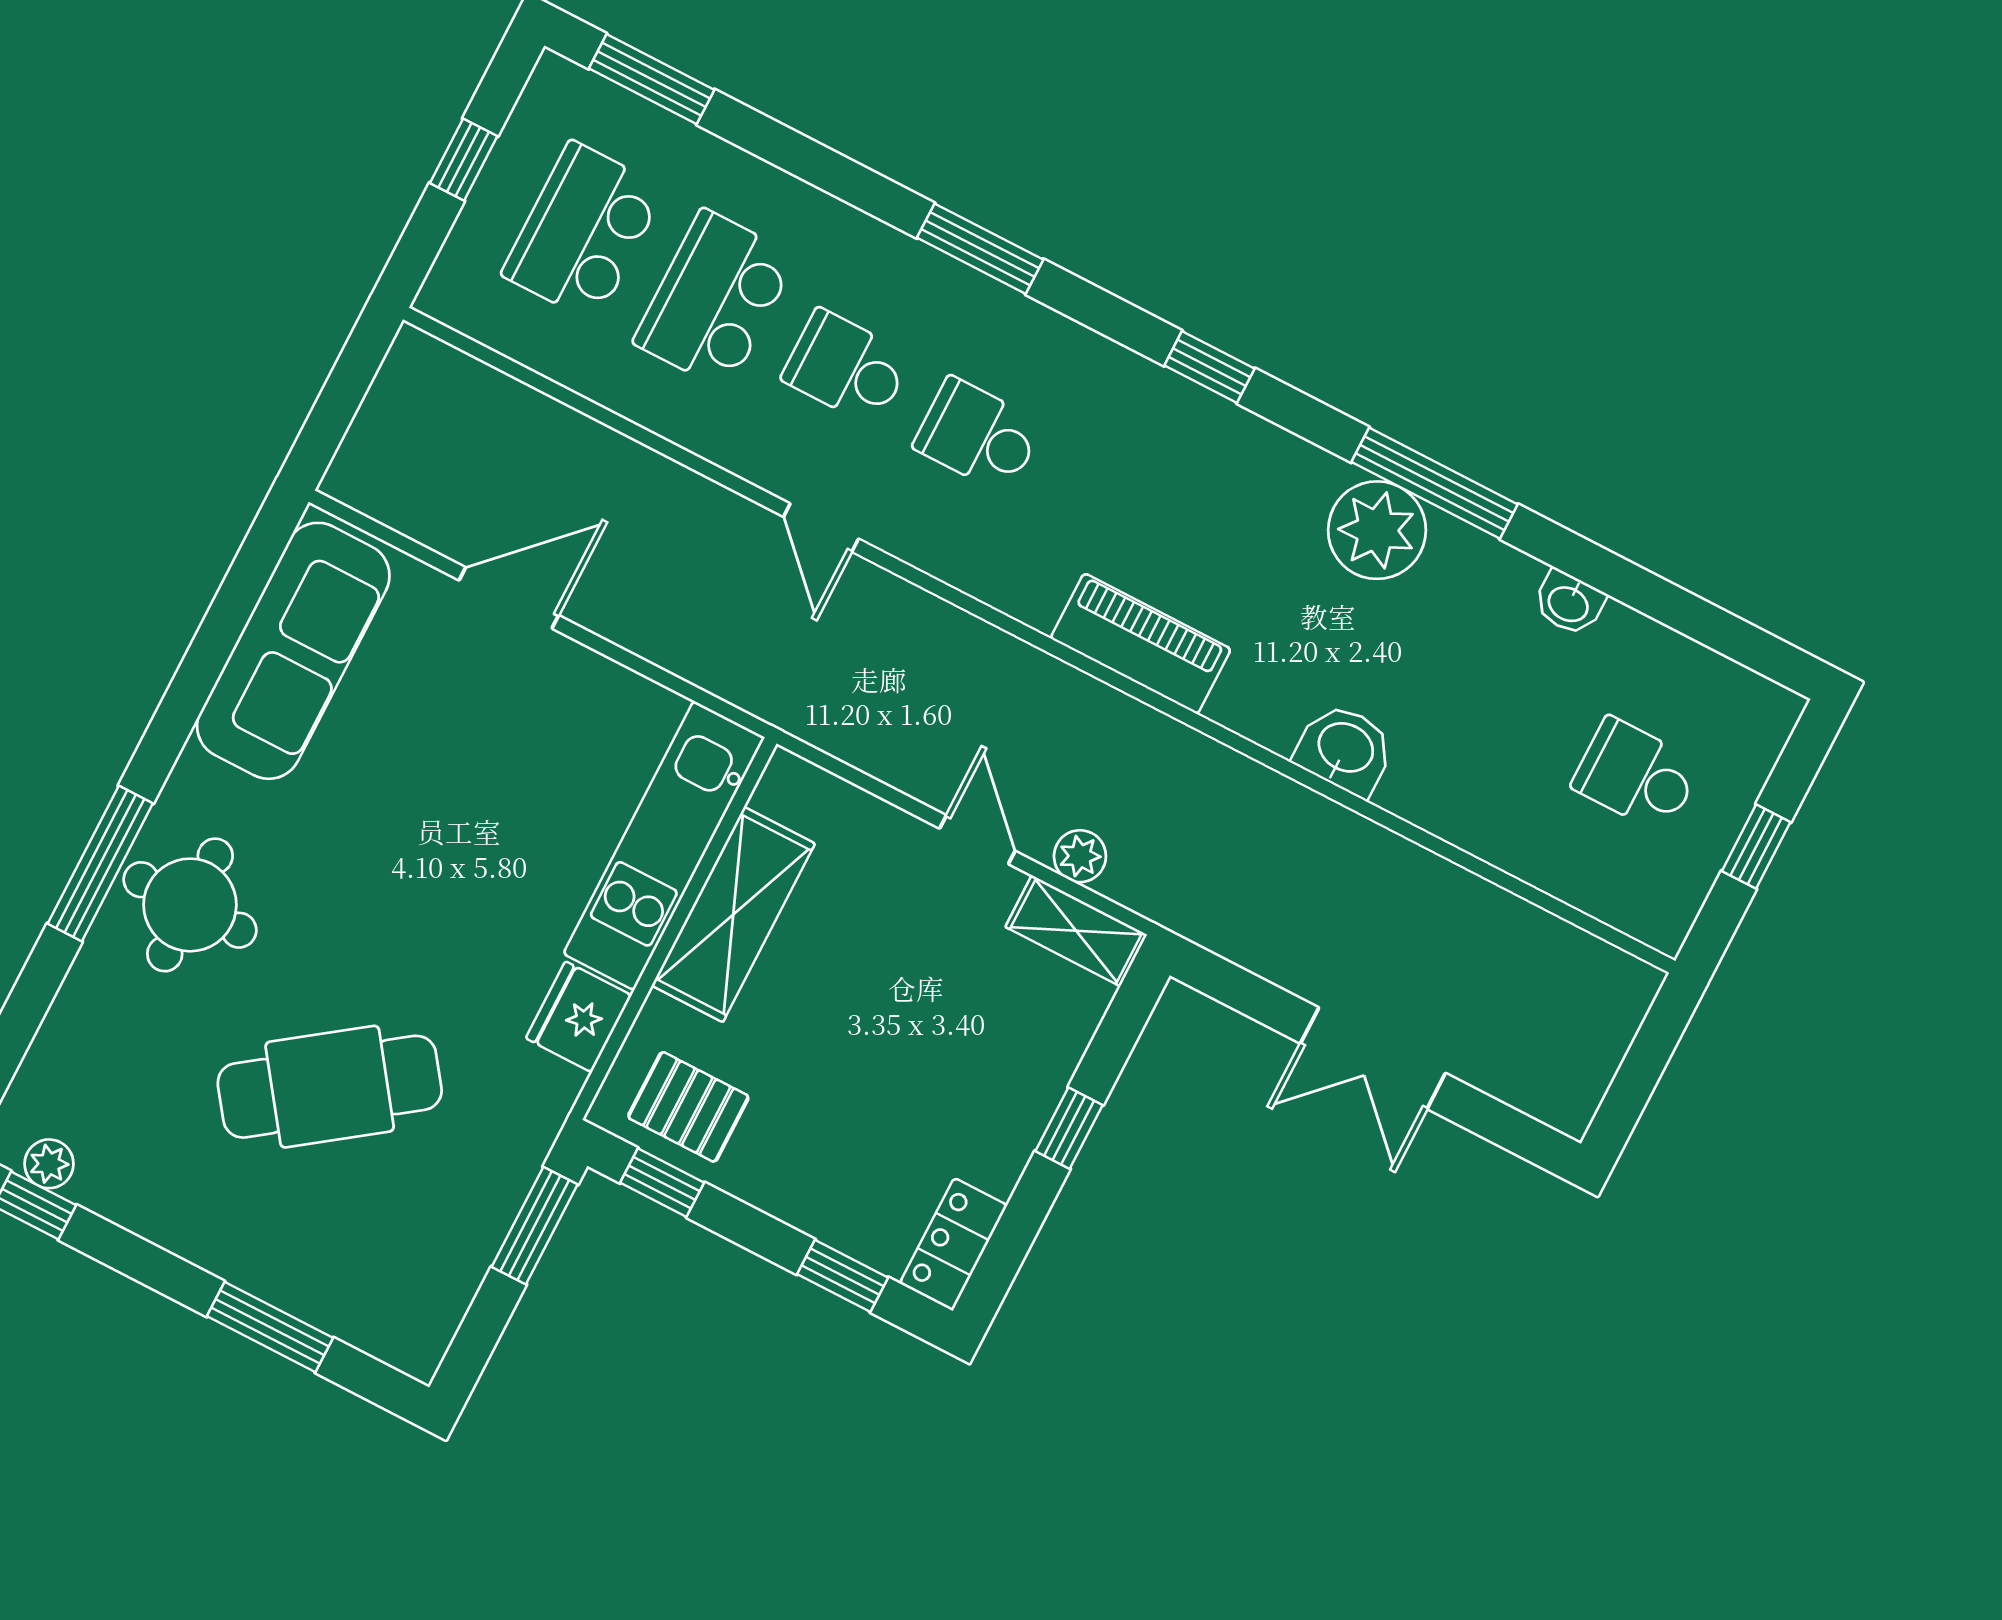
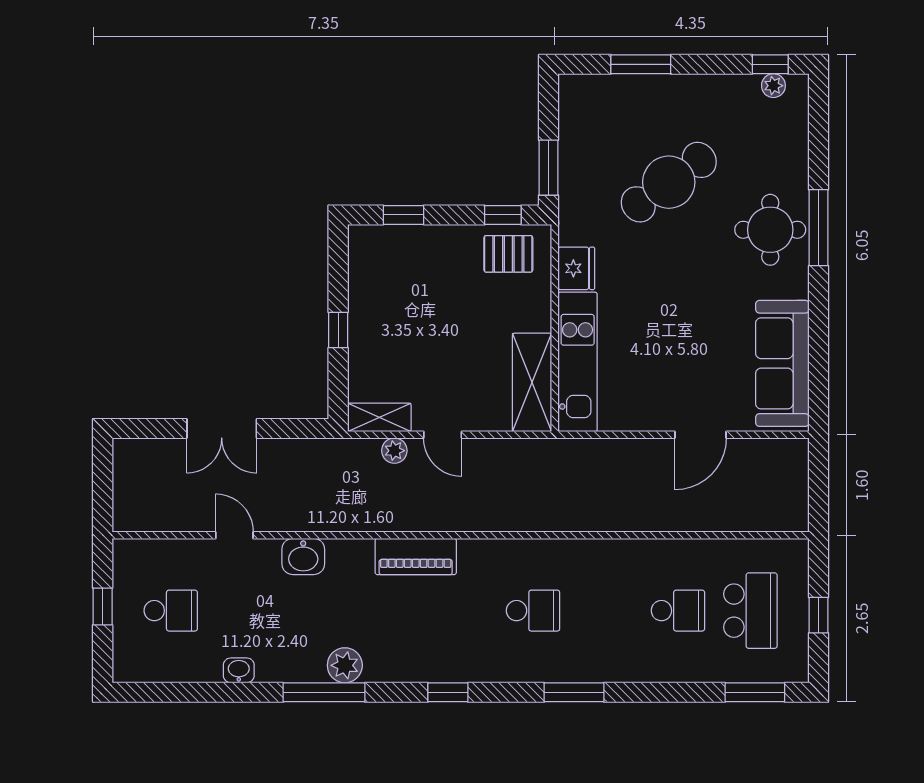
school desk: (715, 300) -> (678, 611), width x0.54
school desk: (846, 367) -> (606, 611), removed
door: (821, 528) -> (234, 535), moved
plant: (1377, 530) -> (345, 665), width x0.73, depth x0.73
shelving: (733, 915) -> (532, 382), moved
double door: (1373, 1058) -> (222, 428), swing flipped
locker: (953, 1244) -> (362, 254), removed

